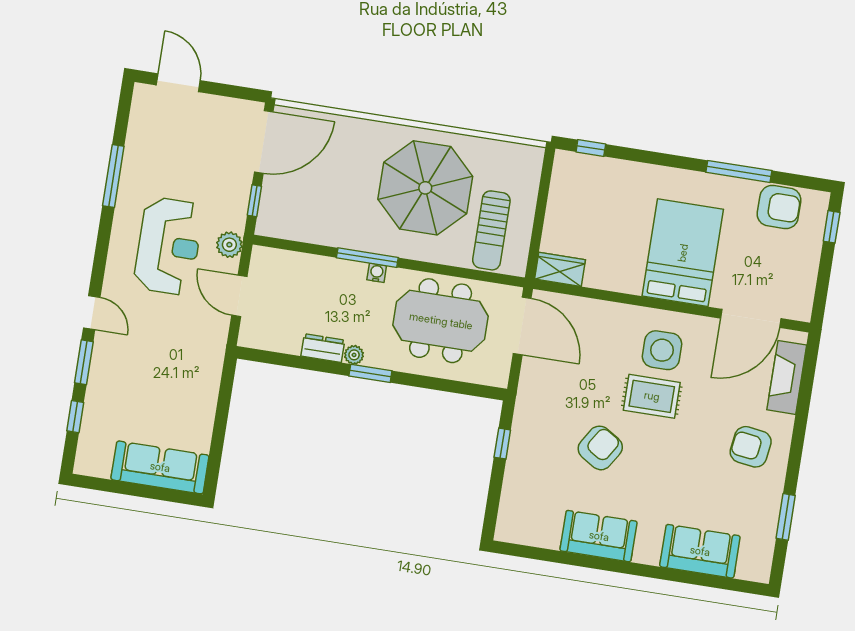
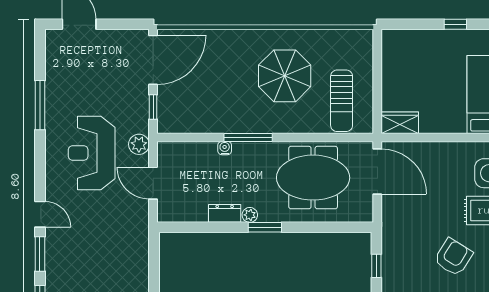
window: (591, 148) -> (455, 24), moved
parasol: (425, 188) -> (285, 76), width x0.73, depth x0.73
reception desk: (168, 246) -> (92, 153), turned 180
water cooler: (377, 273) -> (225, 148), moved

